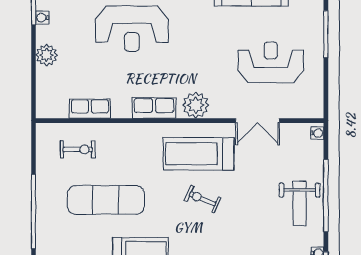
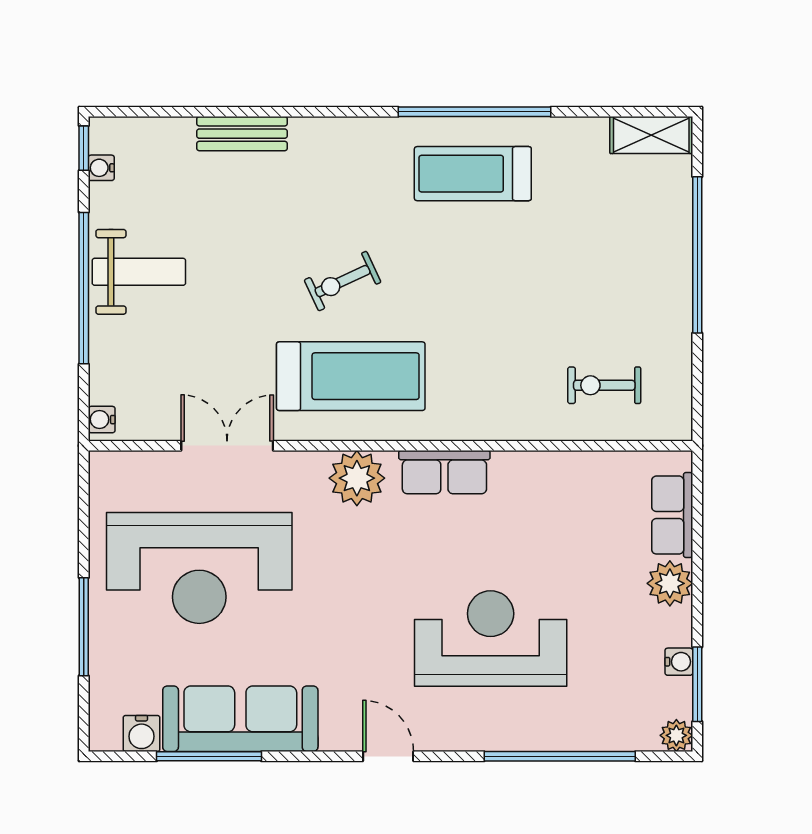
reception desk: (271, 62) -> (199, 568), width x1.36, depth x1.30
row of seats: (90, 109) -> (672, 515), moved, turned 90
exercise bike: (203, 199) -> (343, 281), turned 132
exercise mat: (106, 200) -> (545, 279), removed
weight bench: (300, 203) -> (139, 272), turned 90

